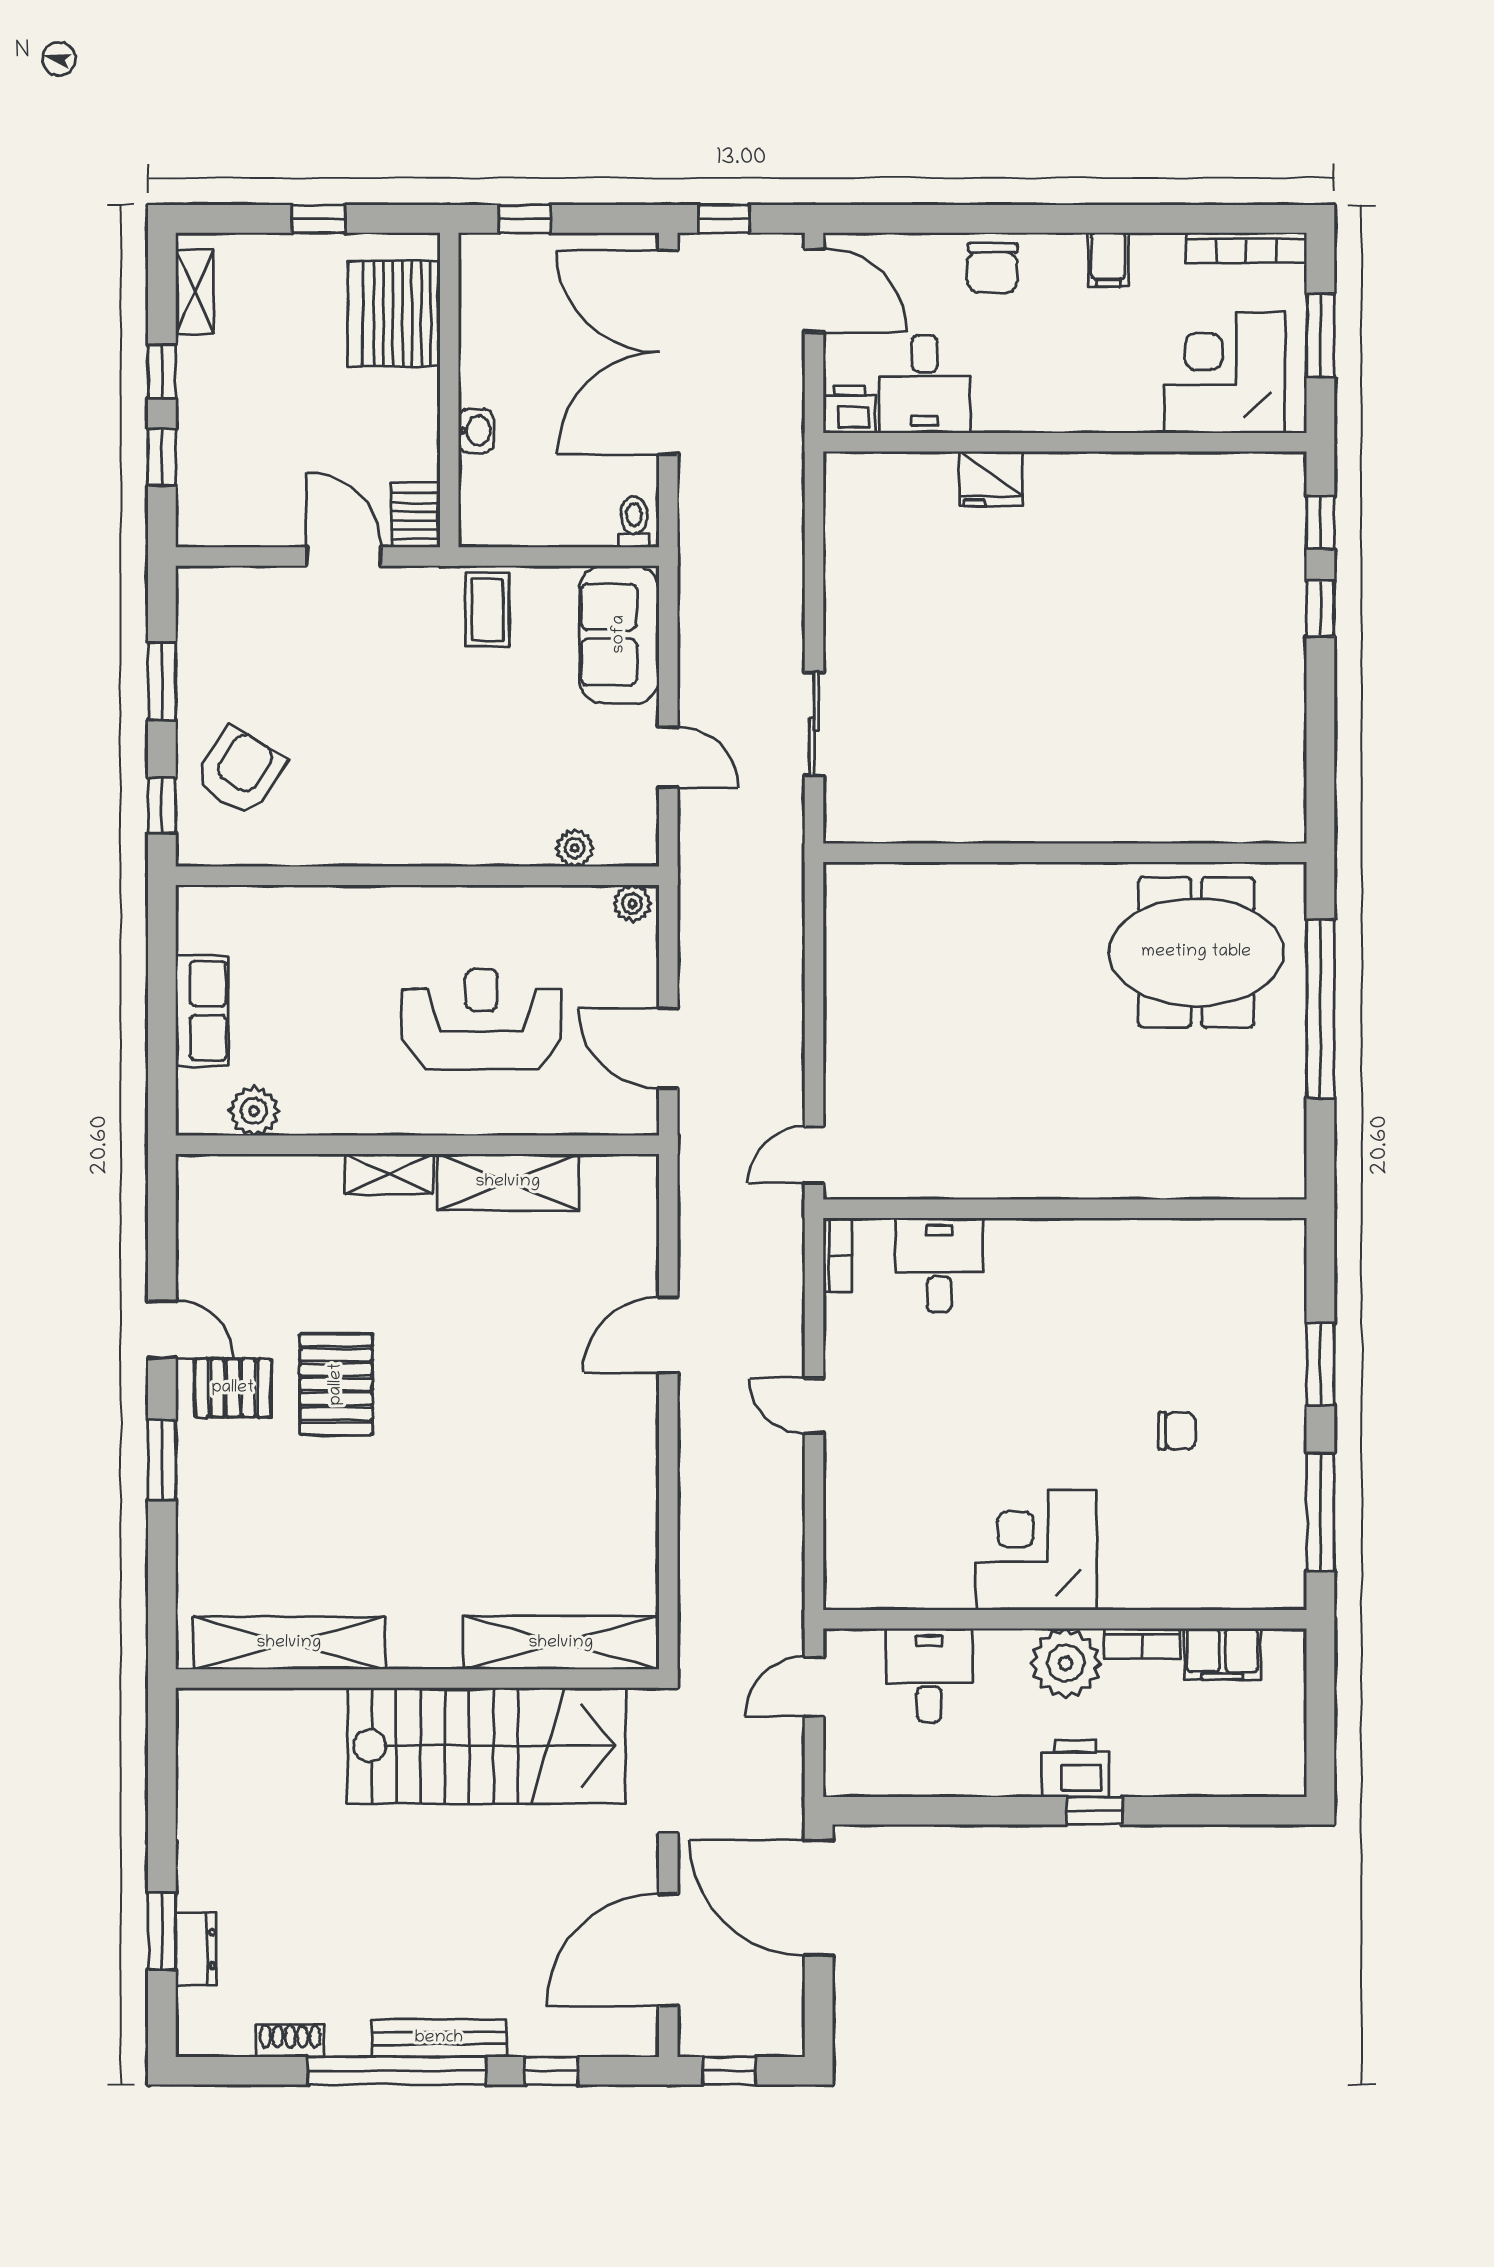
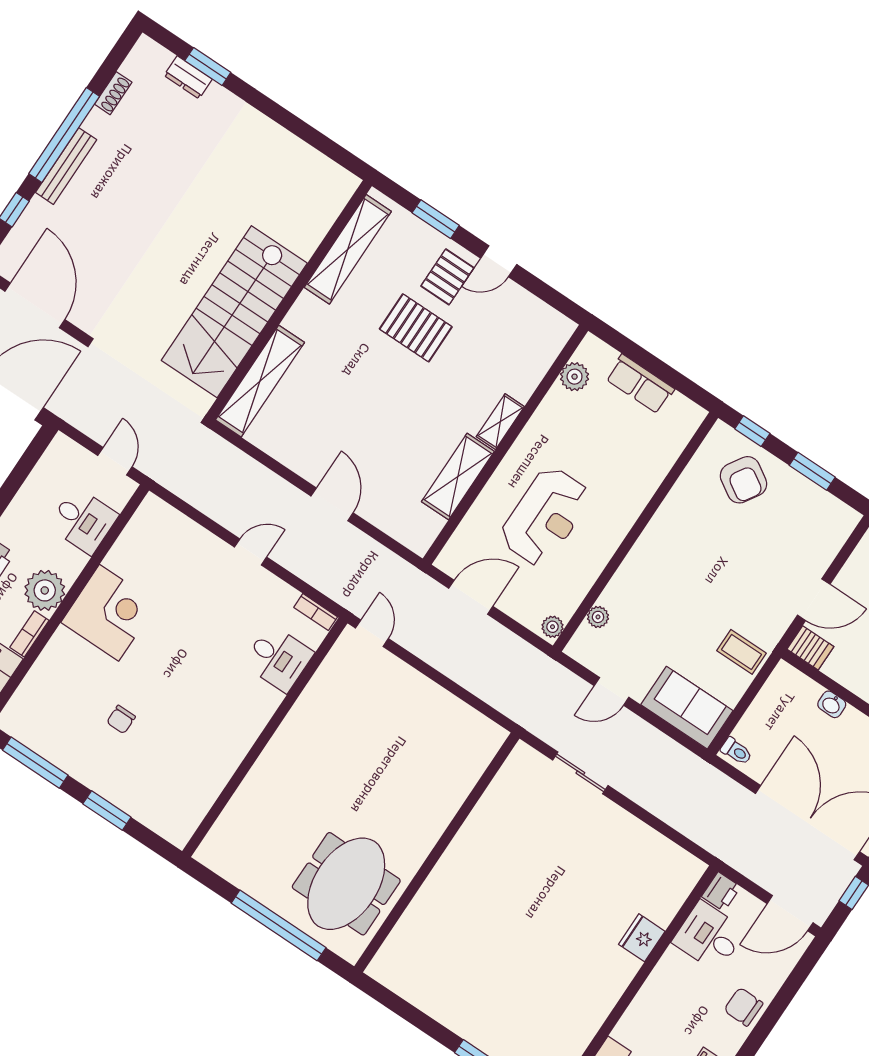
shelving: (289, 1643) -> (348, 249), moved
shelving: (561, 1643) -> (260, 381), moved
wall: (417, 1678) -> (289, 300), moved
stairs: (487, 1746) -> (234, 312), moved

